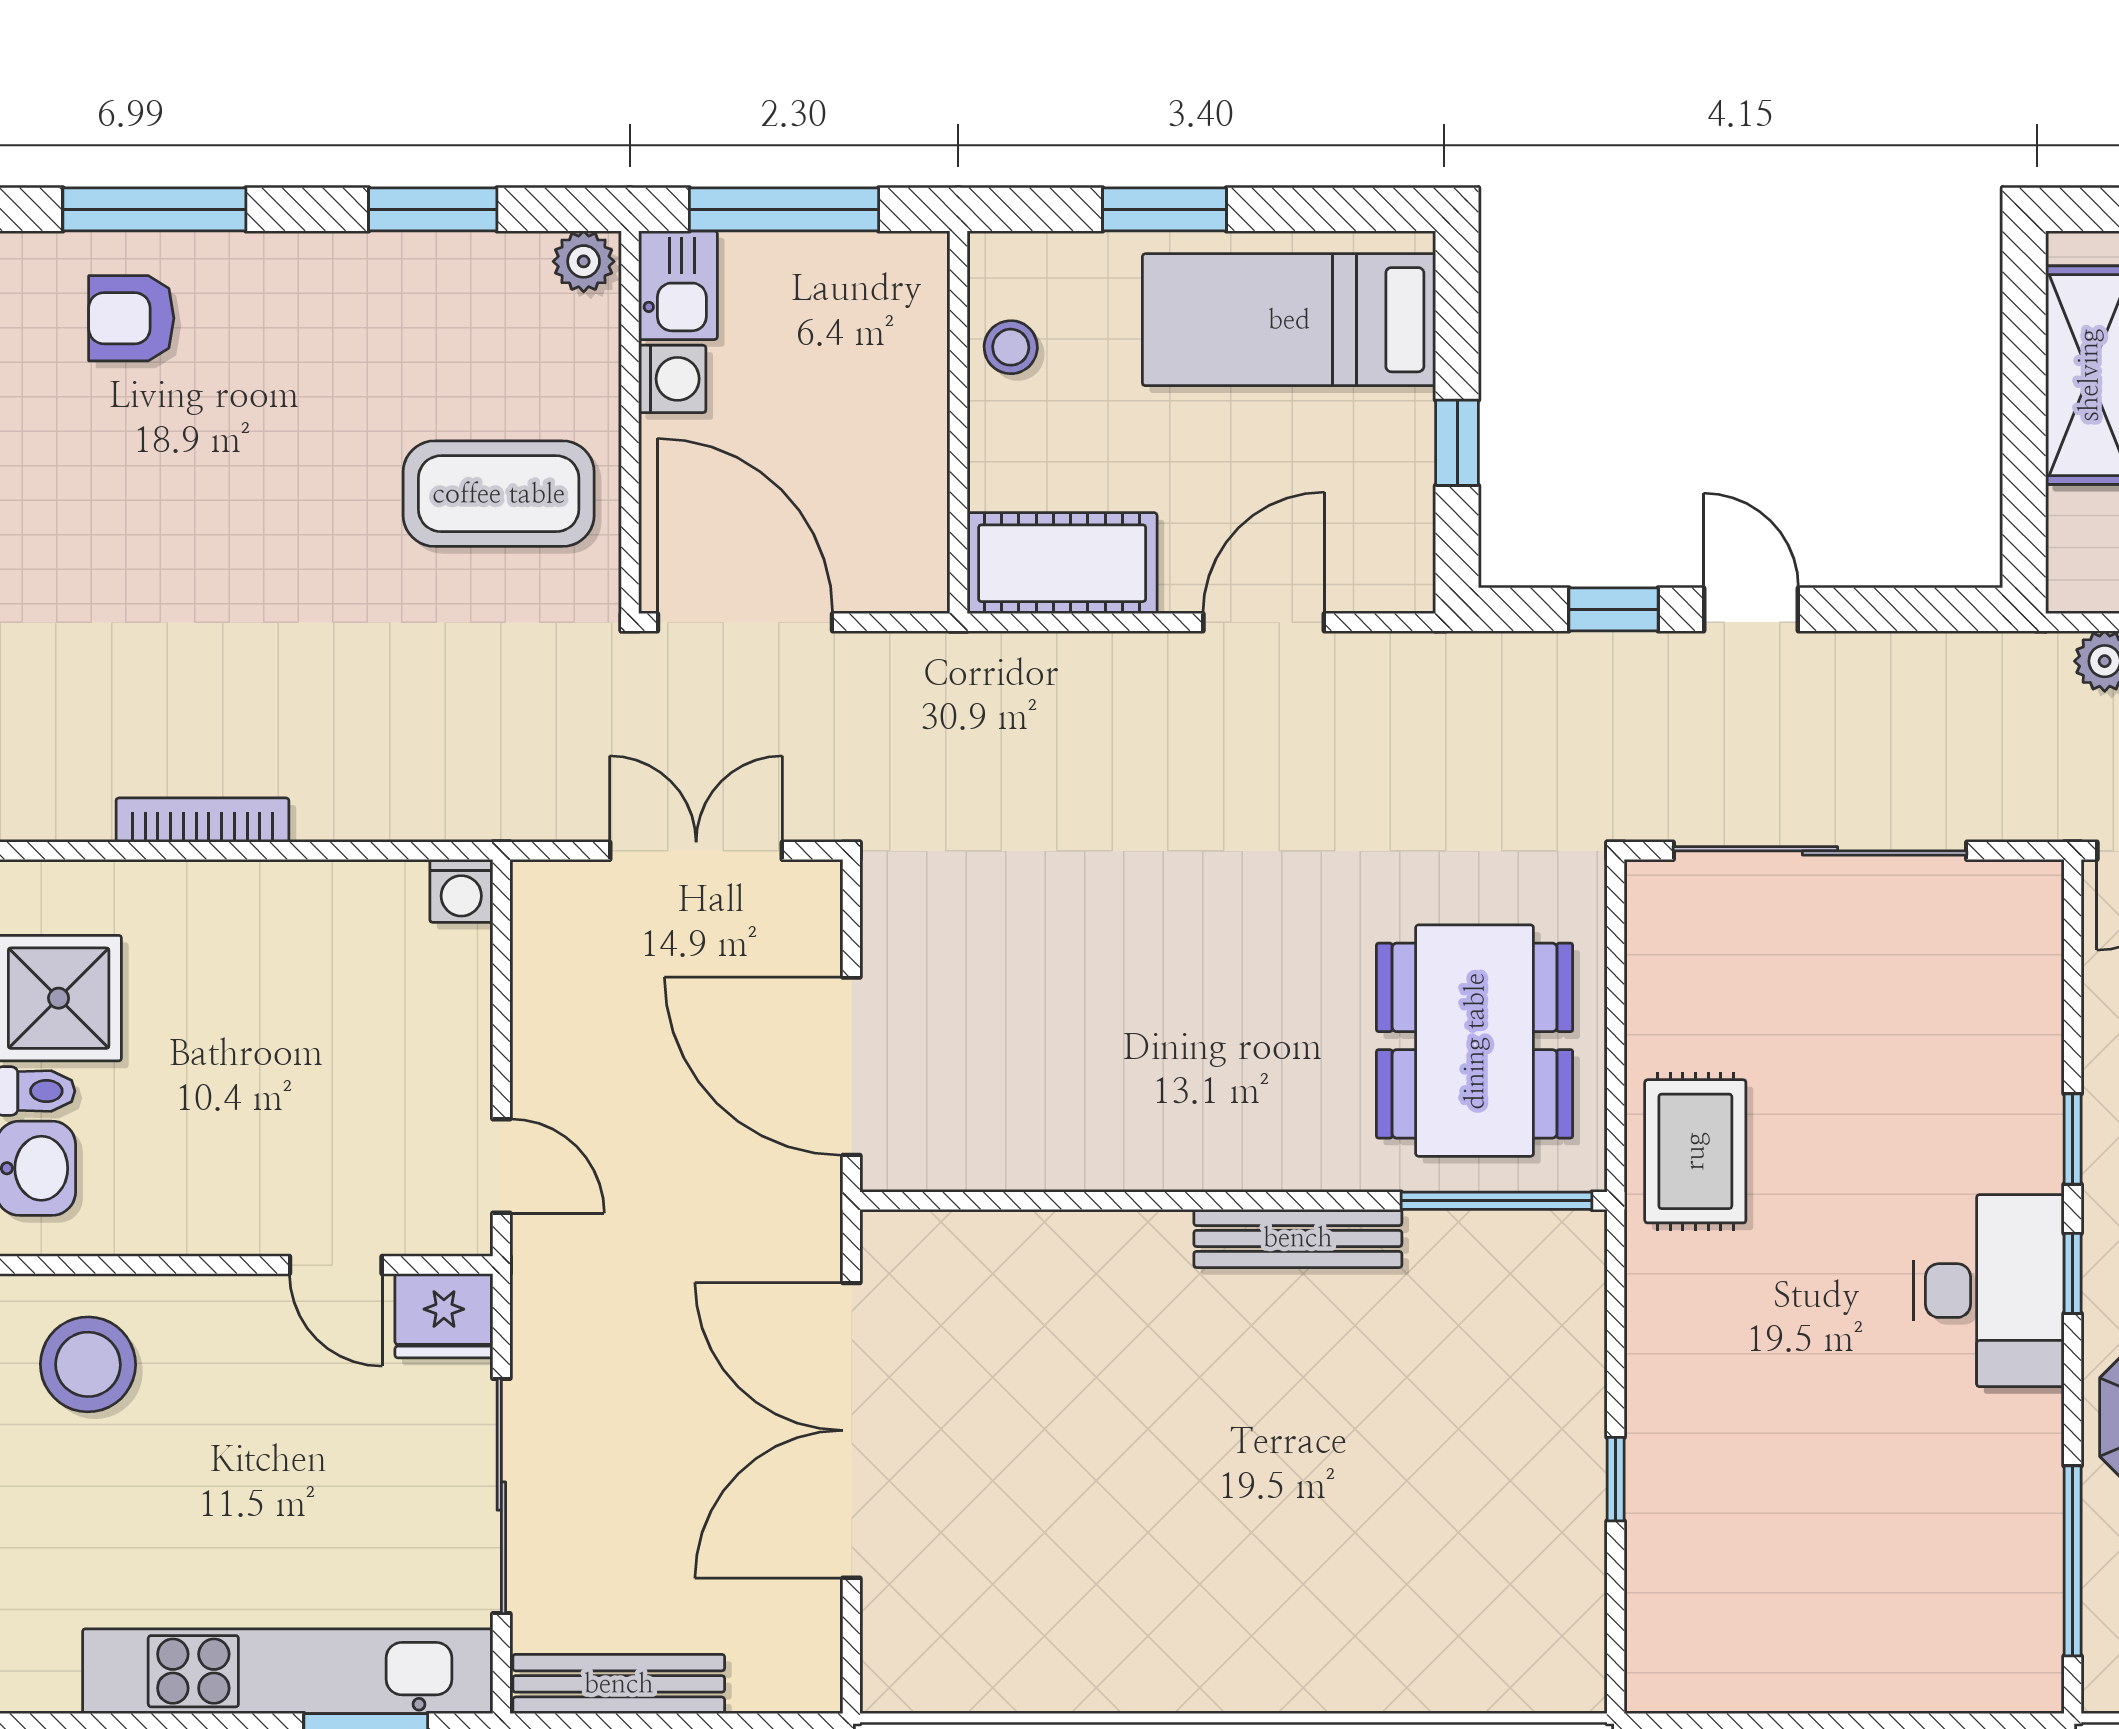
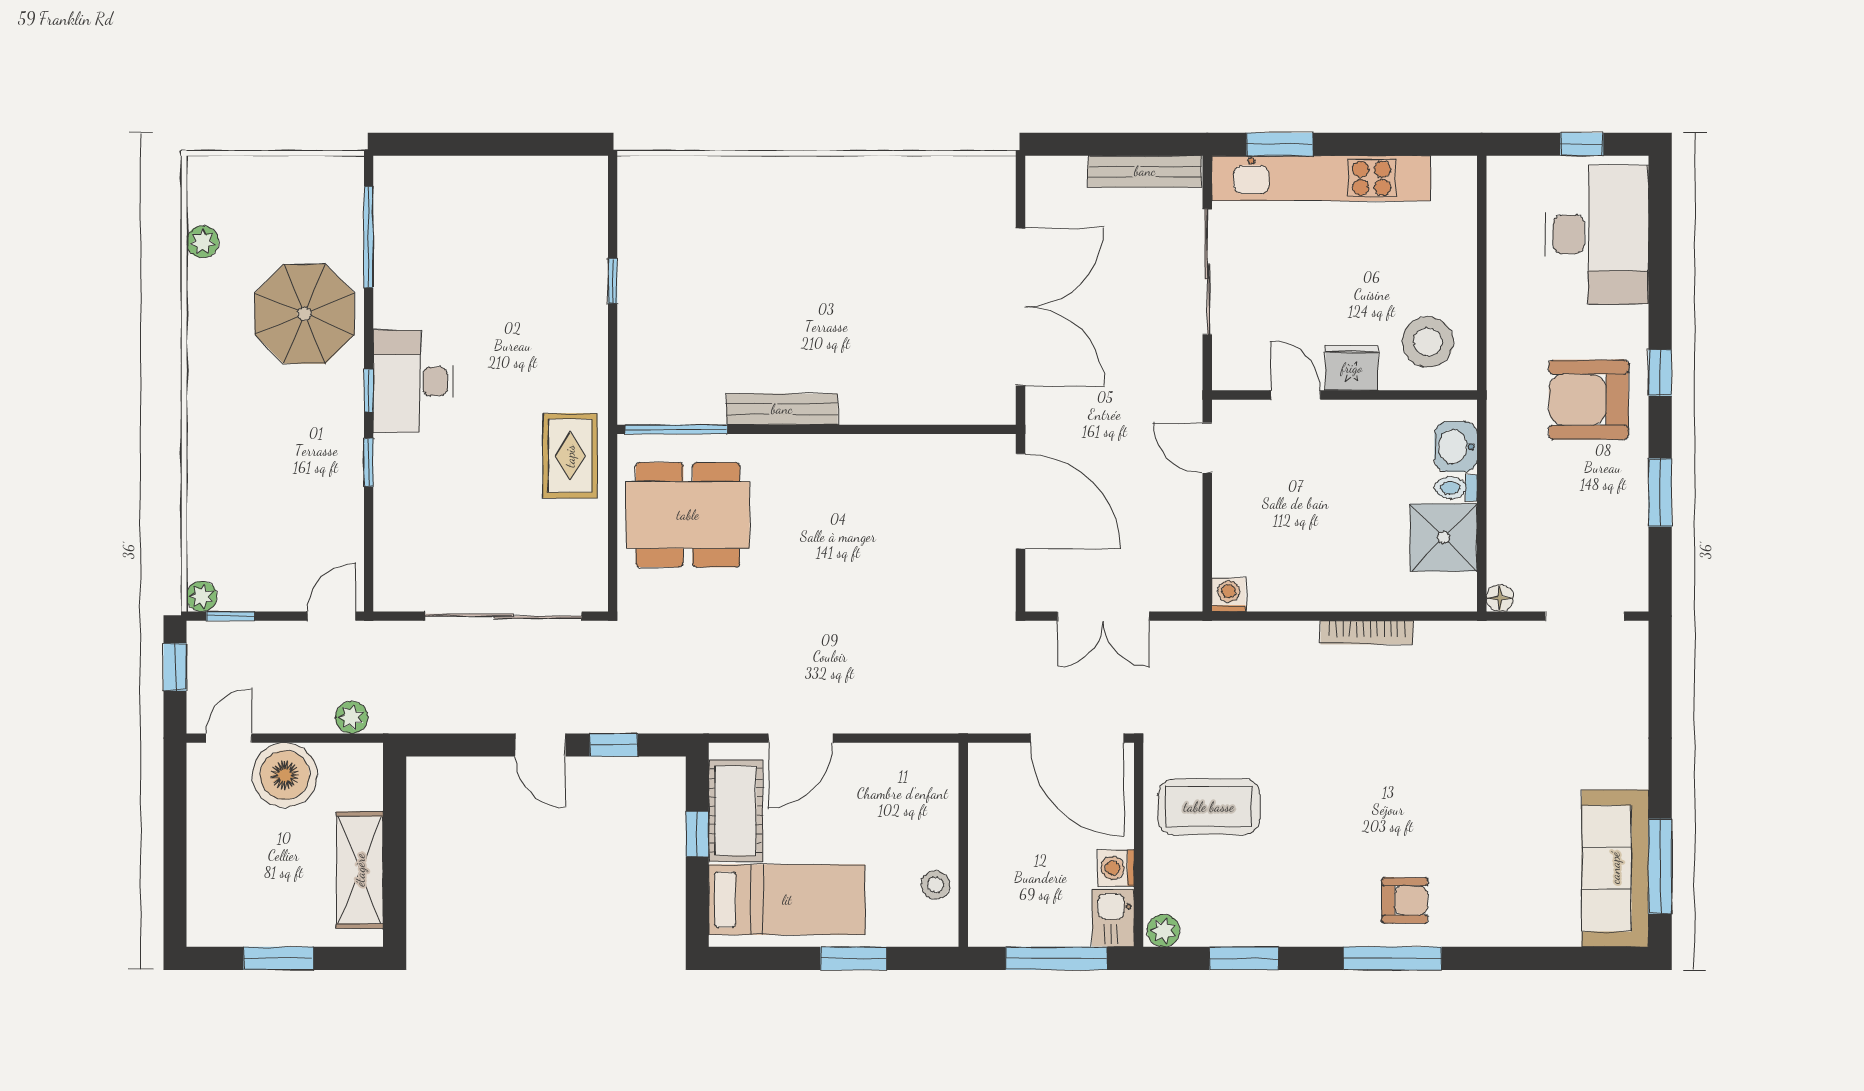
cot: (1062, 563) -> (736, 811), moved, turned 90
dining table: (1475, 1041) -> (688, 515), turned 90
fridge: (444, 1316) -> (1352, 368), moved

